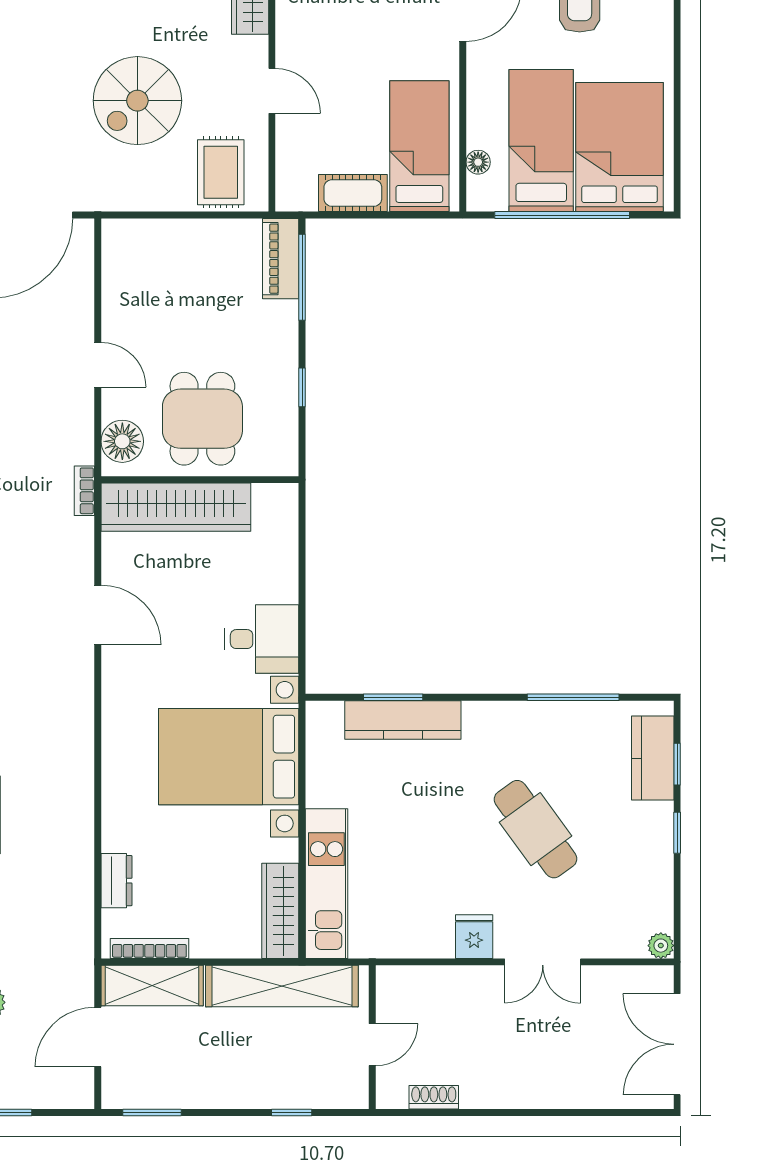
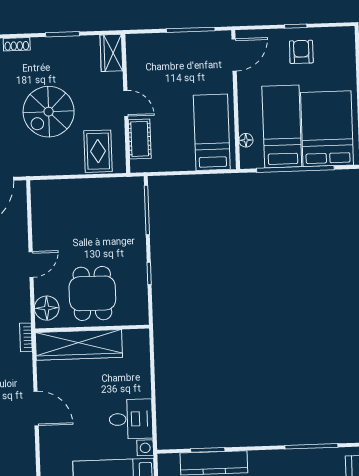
cot: (353, 193) -> (140, 139), moved, turned 90
piano: (281, 259) -> (134, 200), removed
door: (98, 365) -> (31, 264), hinge flipped

